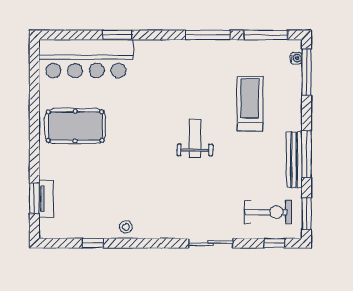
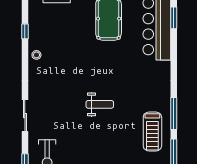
window: (117, 35) -> (174, 18), moved
treadmill: (250, 104) -> (152, 132), moved, turned 90

